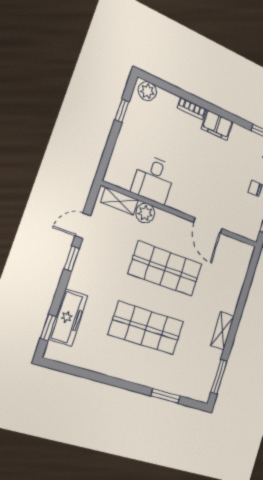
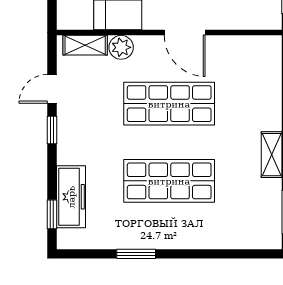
door: (208, 225) -> (185, 33), moved
window: (165, 396) -> (136, 254), moved

